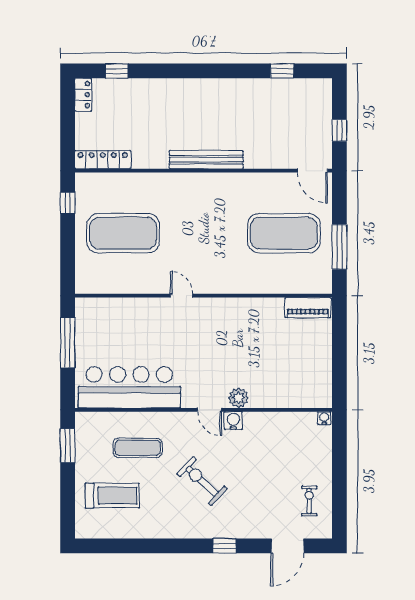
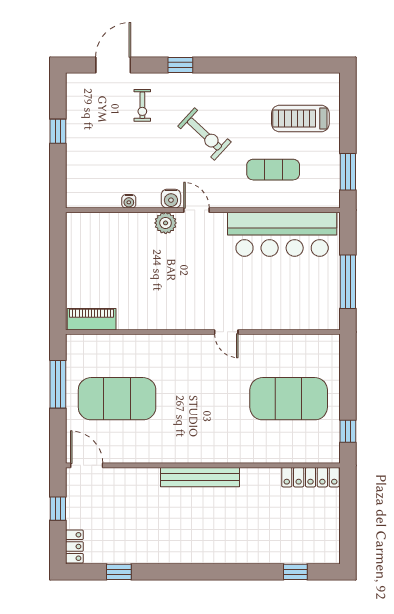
locker: (83, 95) -> (74, 547), moved, turned 180
water cooler: (324, 418) -> (129, 201), moved
window: (339, 484) -> (58, 131), added
exercise bike: (309, 501) -> (142, 105), moved

